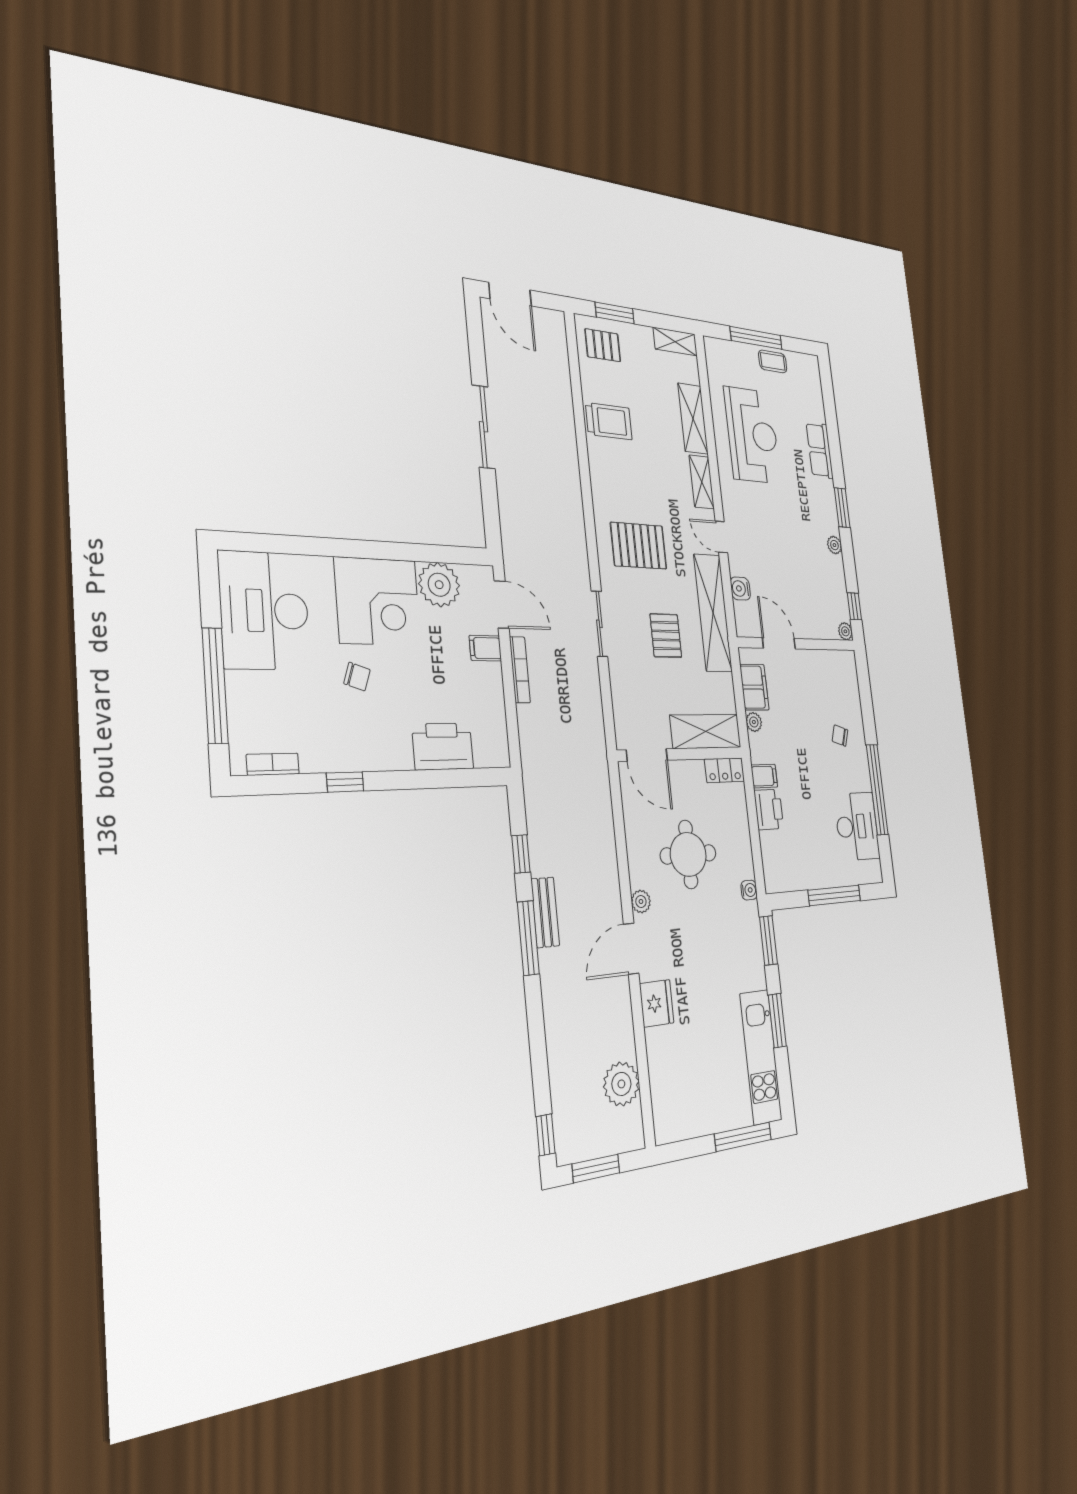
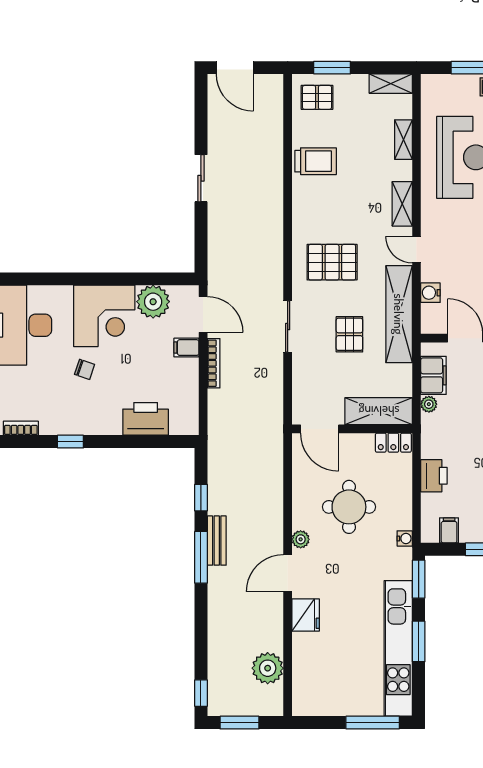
shelving: (693, 419) -> (403, 140), width x0.67, depth x0.75
sliding door: (484, 427) -> (201, 178), width x0.73
filing cabinet: (764, 776) -> (449, 530), moved, turned -90
kitchen unit: (761, 1057) -> (398, 648), width x1.36

